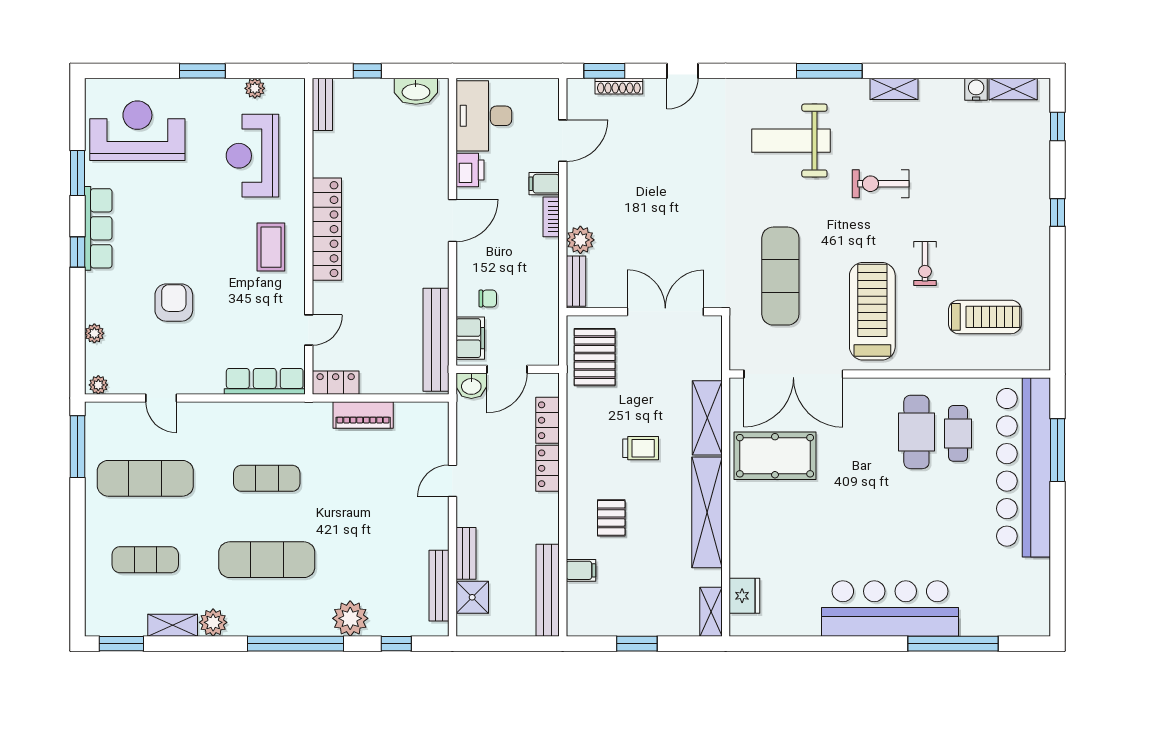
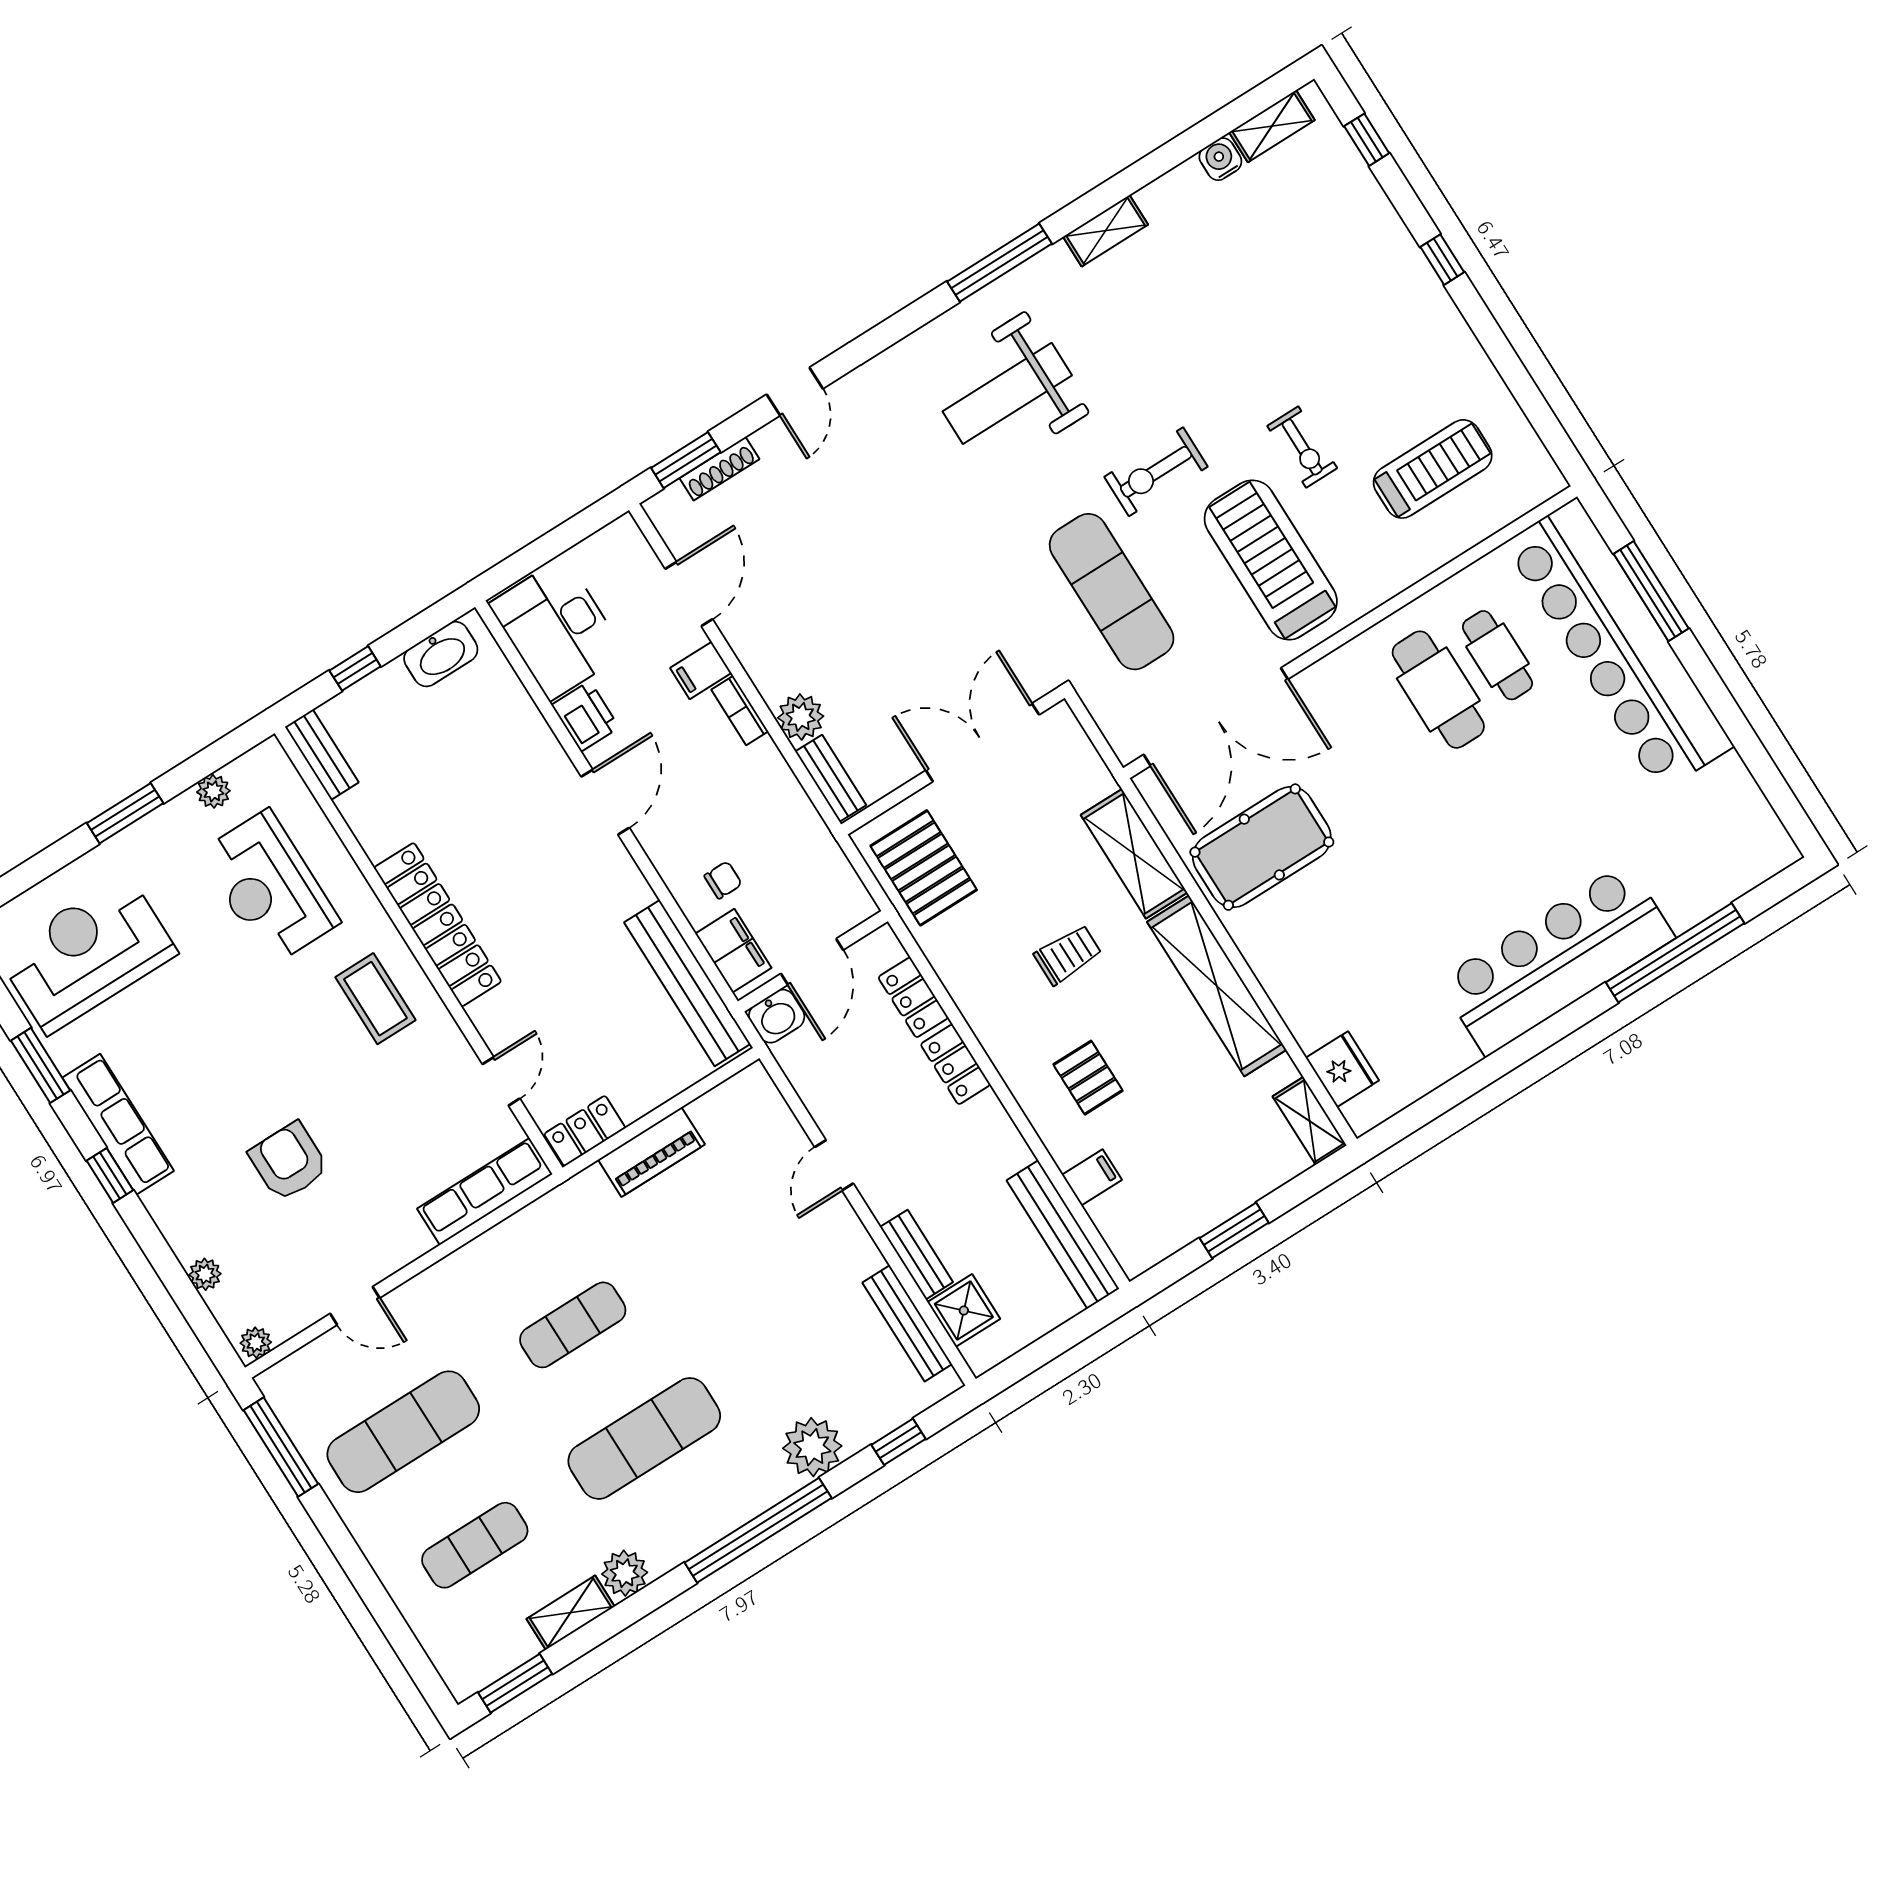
exercise bike: (881, 184) -> (1156, 472), moved

